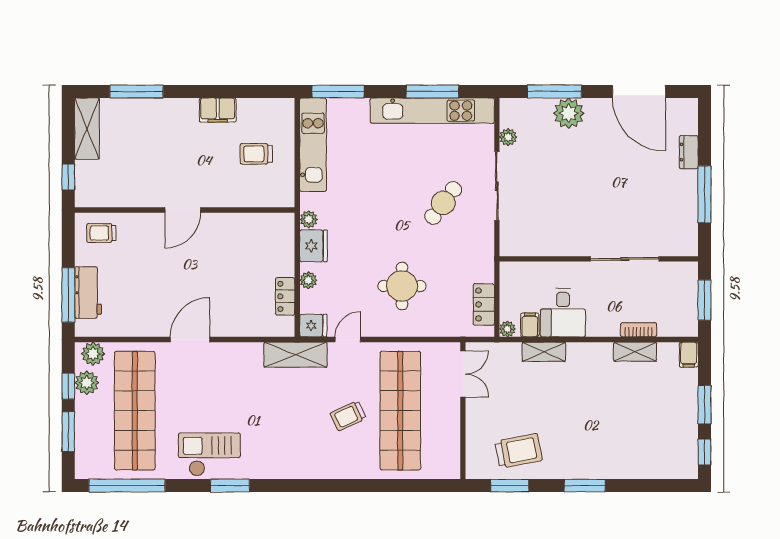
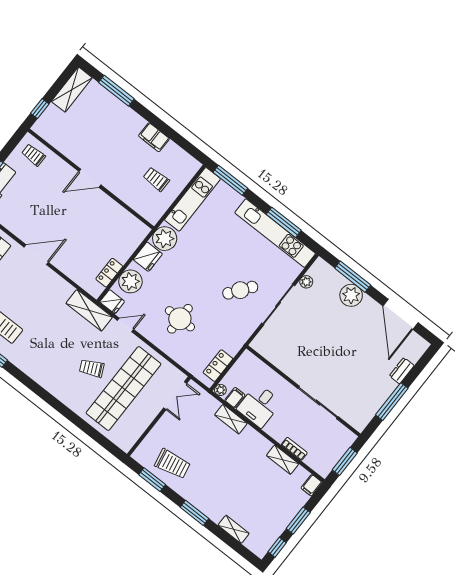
plant: (309, 219) -> (165, 239), width x1.87, depth x1.87
plant: (308, 280) -> (130, 281), width x1.87, depth x1.87
shelving: (642, 470) -> (234, 529), added

